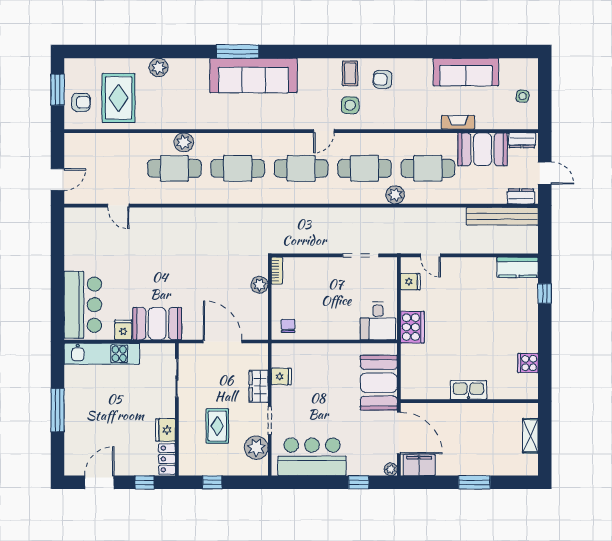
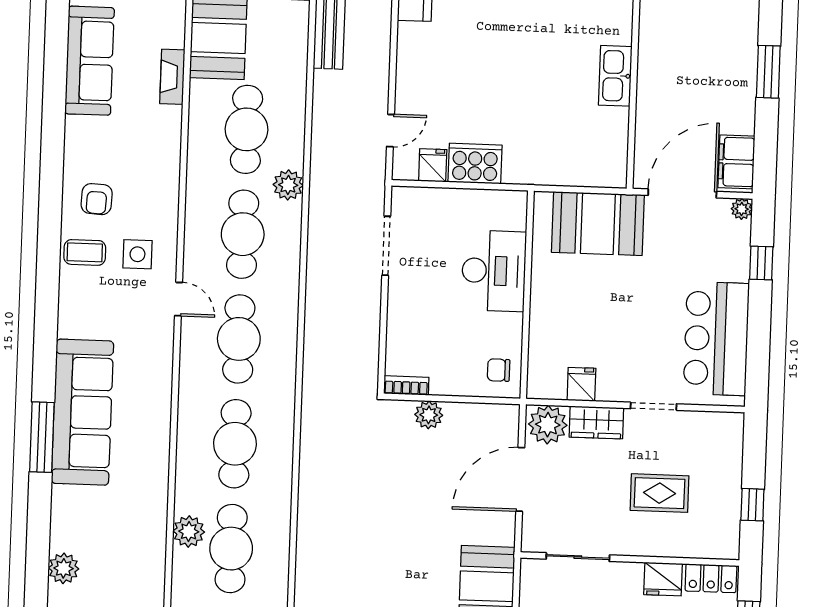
desk: (378, 321) -> (494, 271), moved, width x1.37
cooker: (412, 327) -> (475, 164), moved
plant: (256, 448) -> (548, 425), moved

